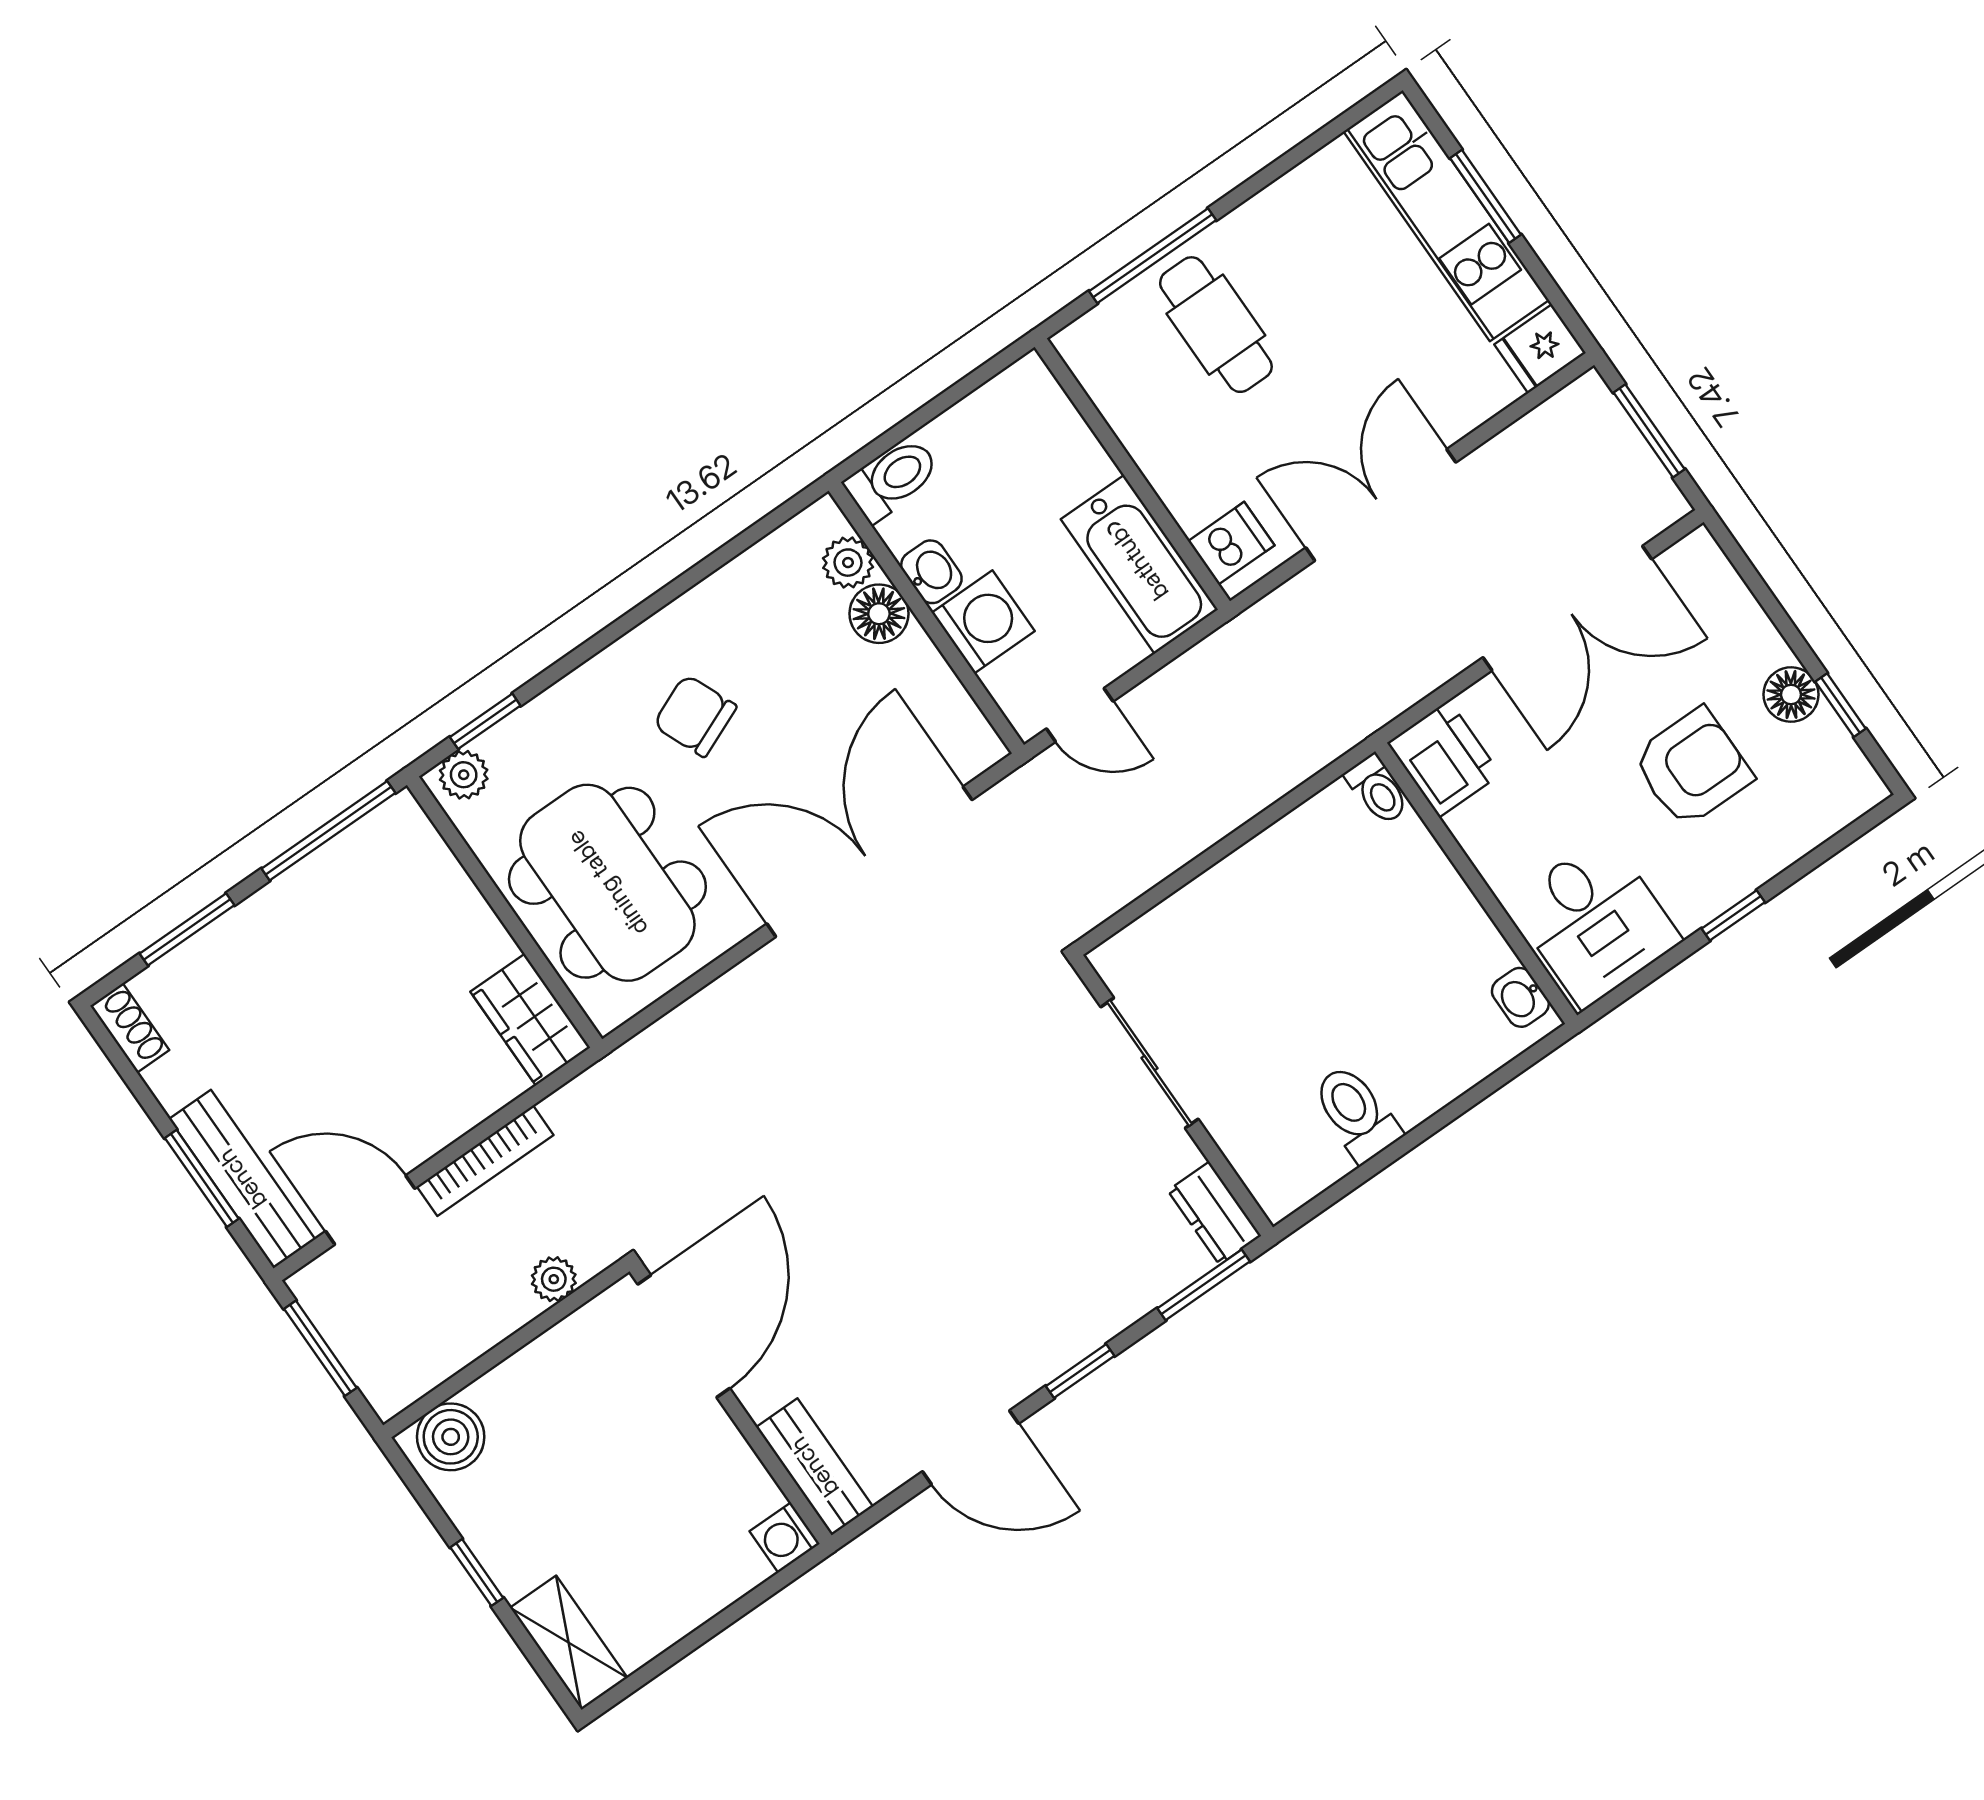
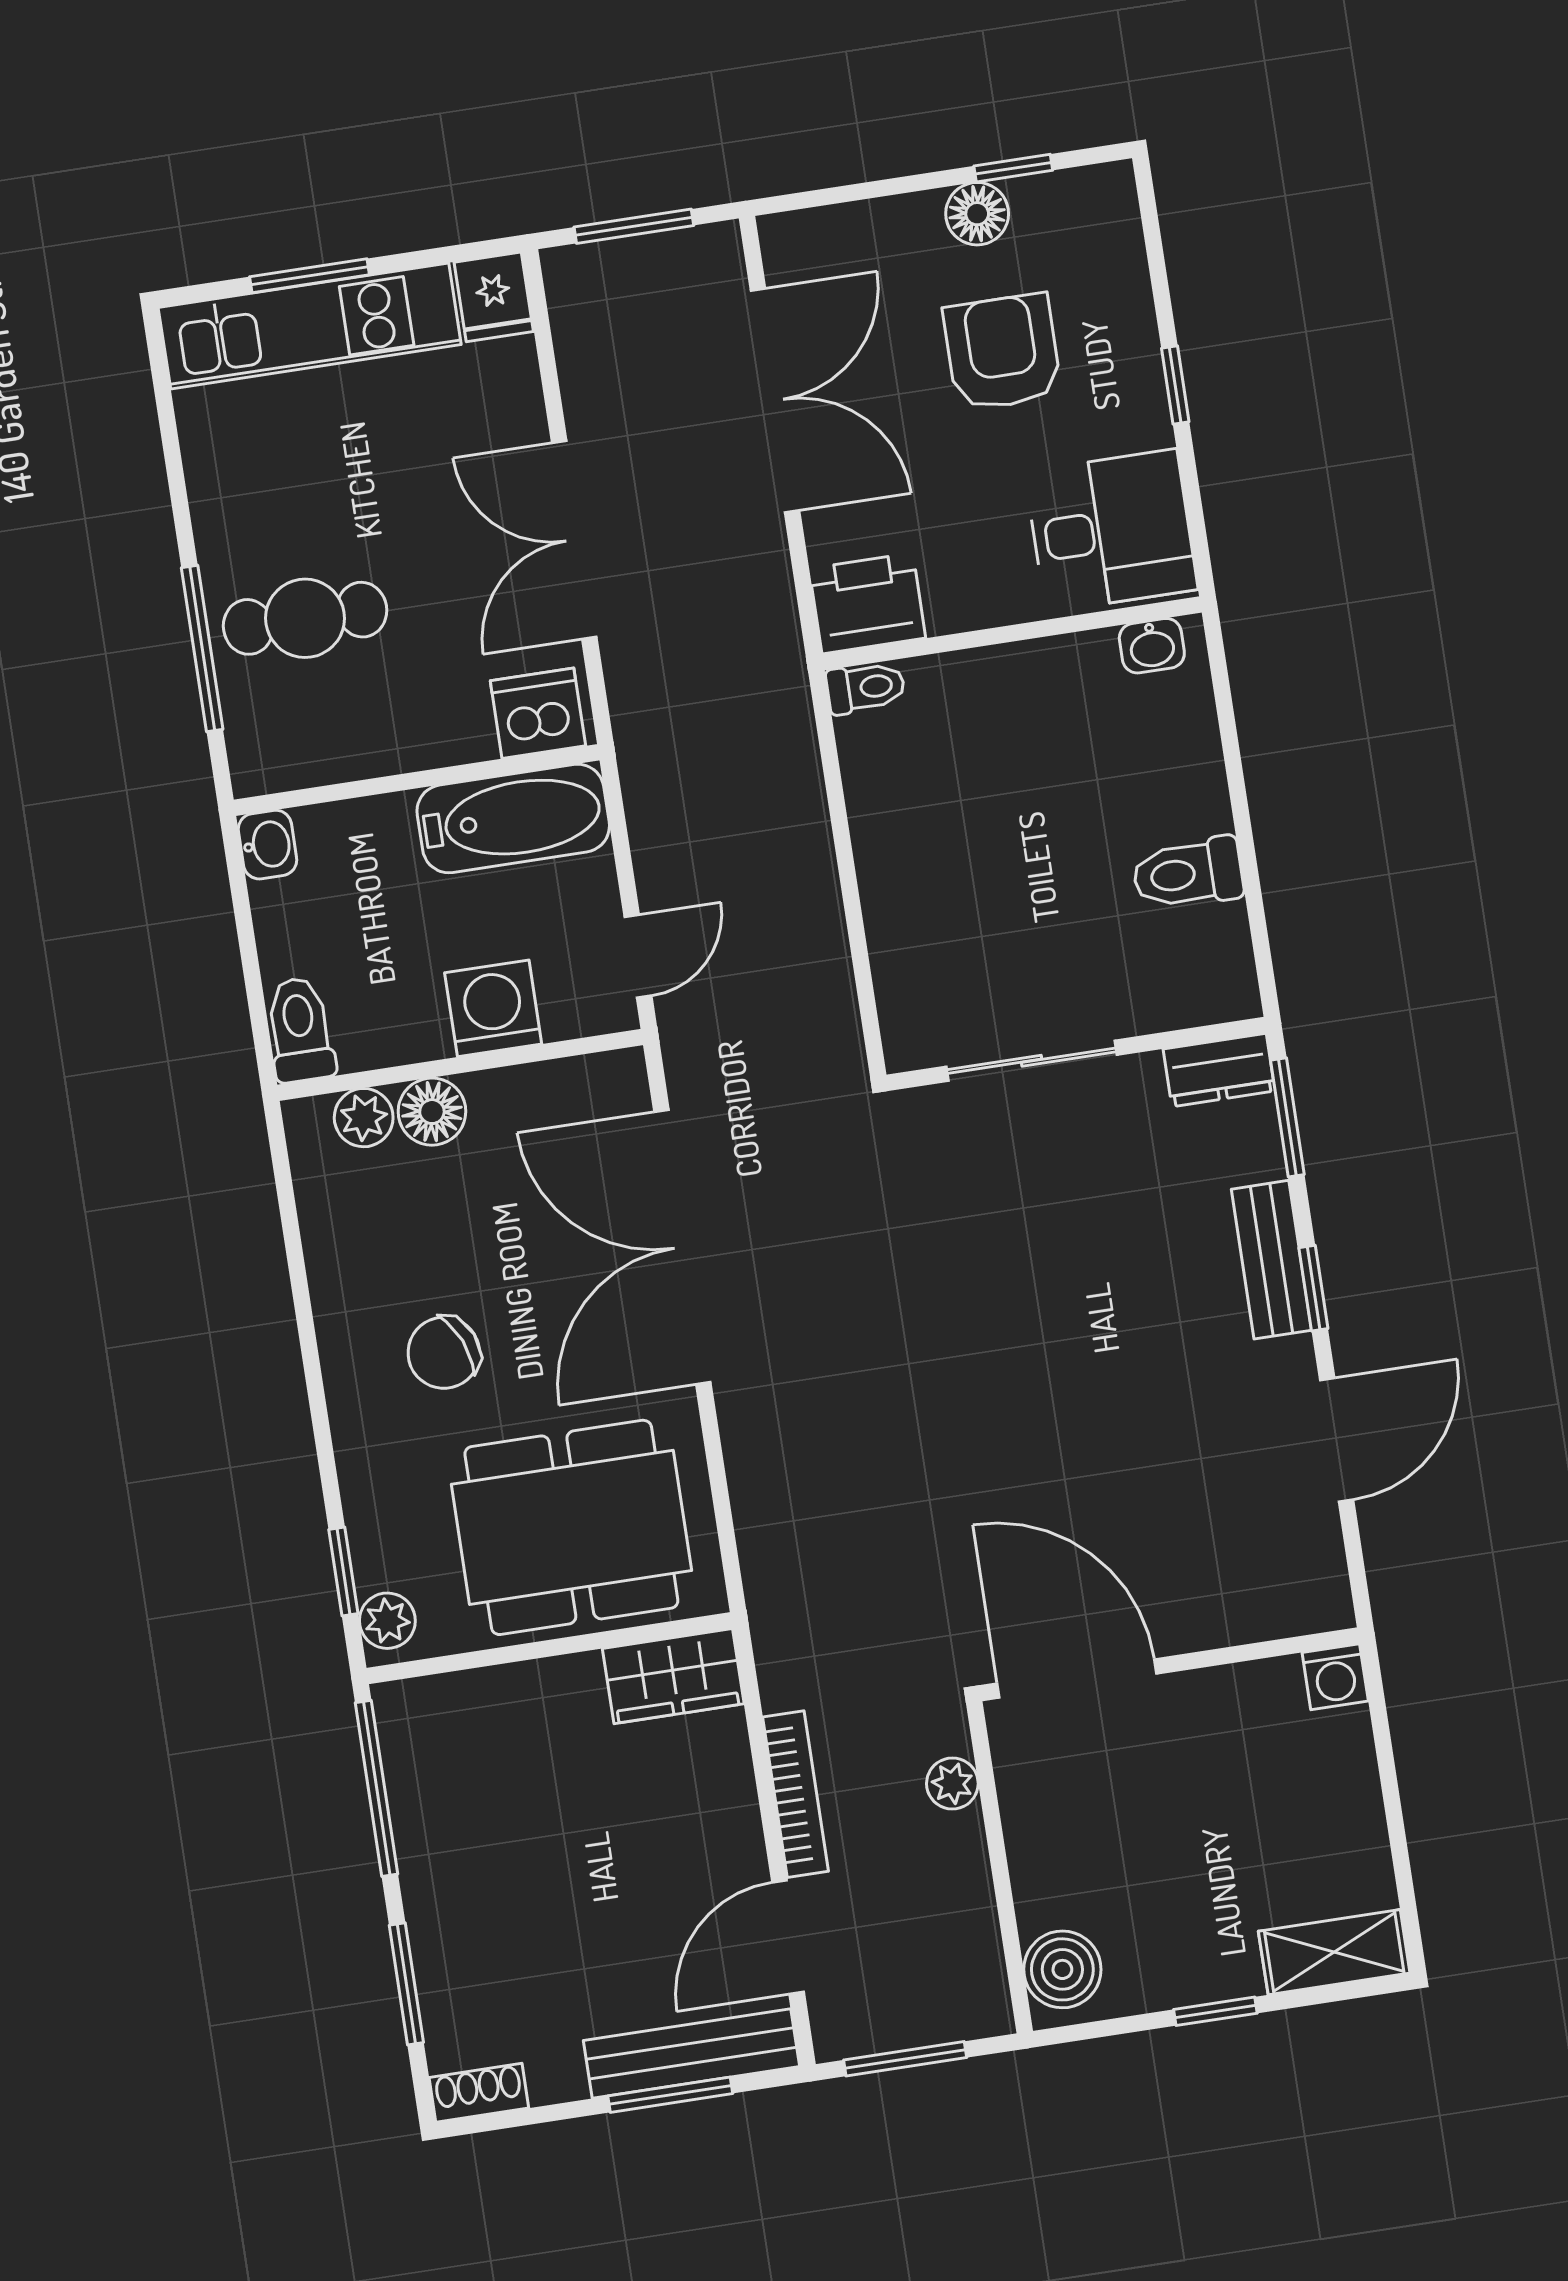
dishwasher: (1231, 543) -> (538, 713), width x1.38
washbasin: (931, 572) -> (267, 845), moved, turned 90
bench: (814, 1467) -> (1271, 1260), moved, turned 90

